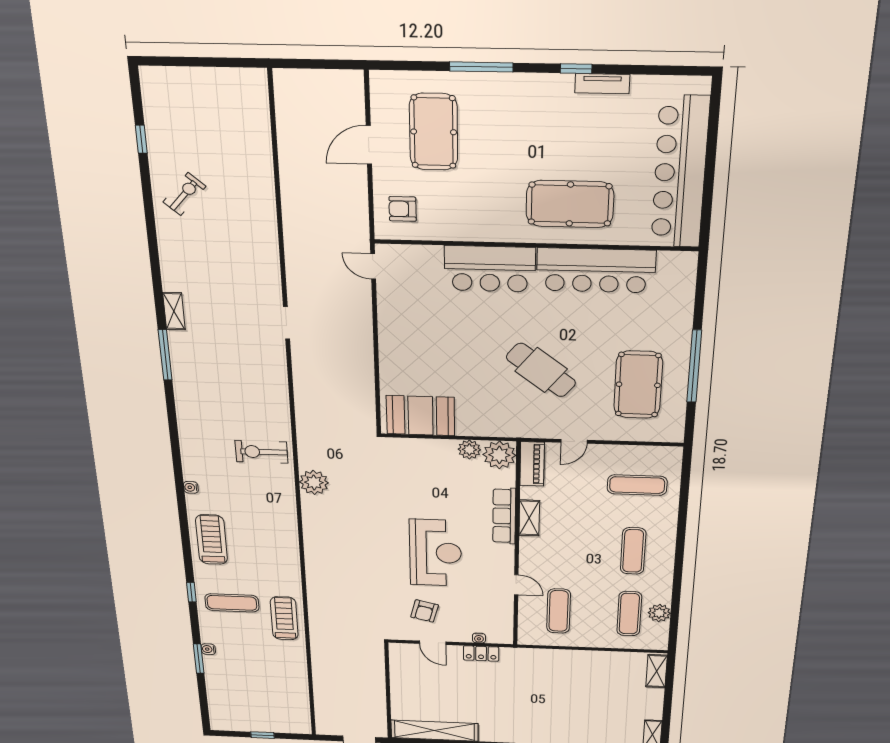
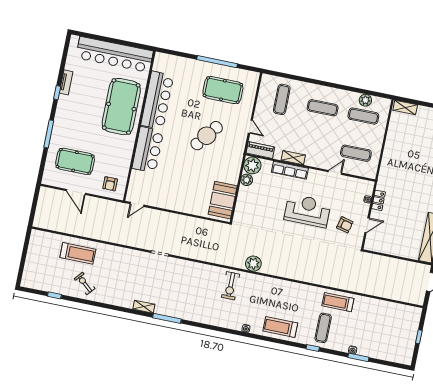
treadmill: (242, 170) -> (78, 253), added
pool table: (570, 204) -> (121, 107), width x1.36, depth x1.32

